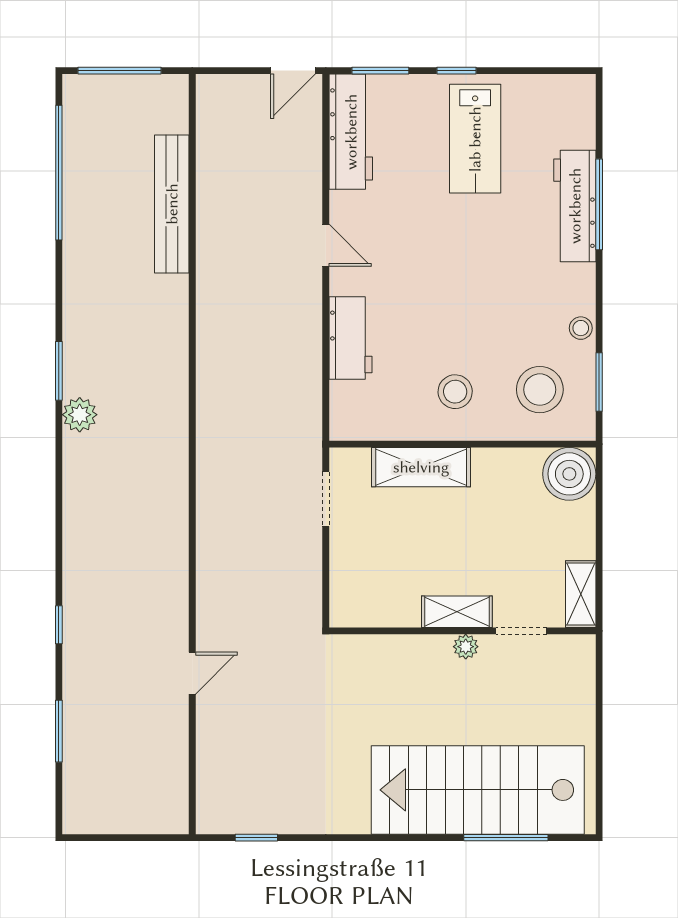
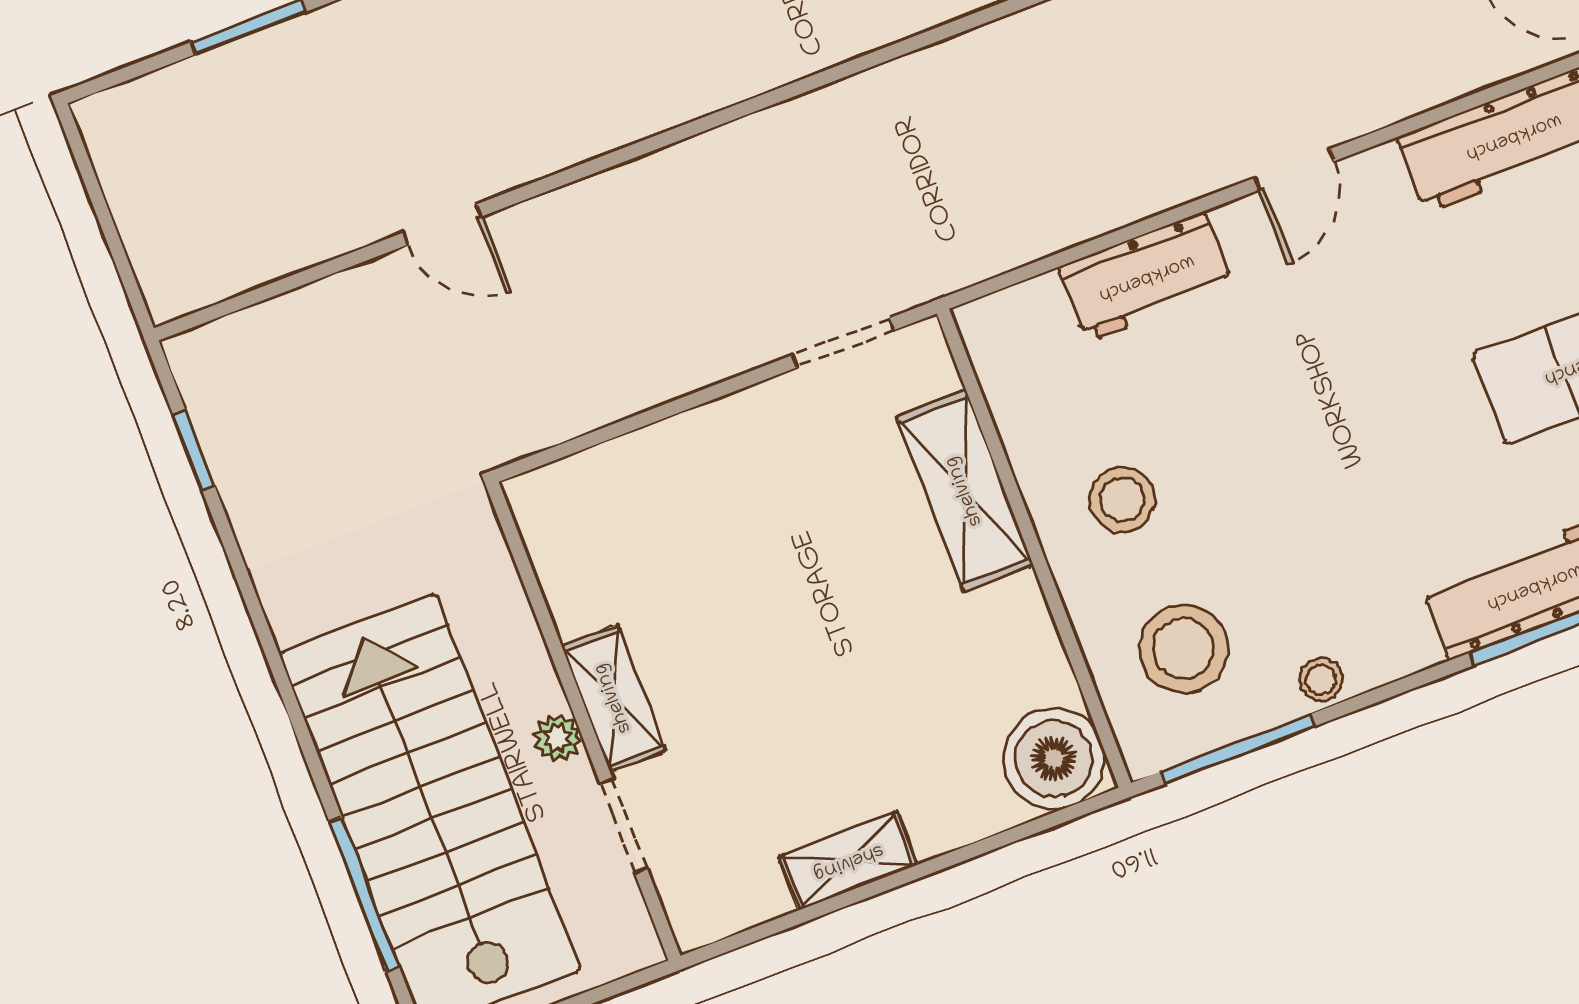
window: (599, 382) -> (1238, 749), width x1.44
shelving: (457, 612) -> (614, 698), moved
wall: (462, 631) -> (583, 721), moved
doorway: (521, 631) -> (624, 826), moved
plant: (466, 647) -> (558, 738), moved

